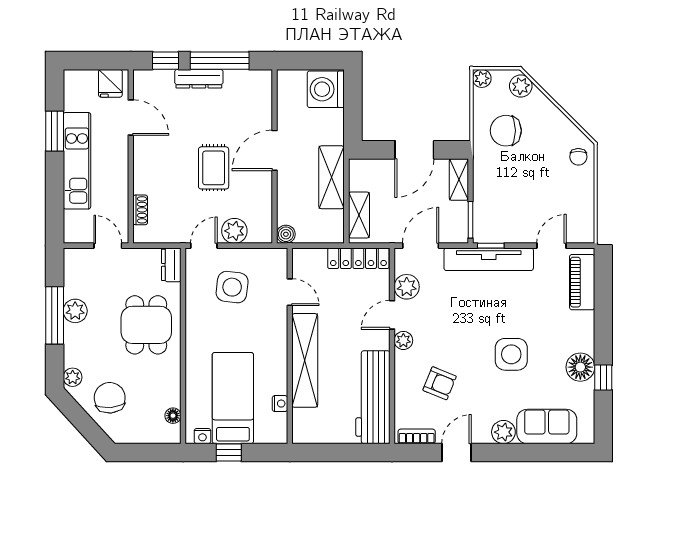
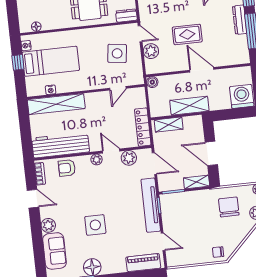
shelving: (305, 360) -> (56, 104), moved
armchair: (440, 383) -> (67, 168), moved, turned 68

